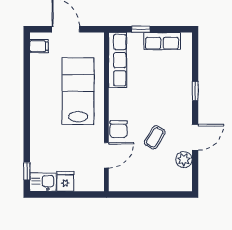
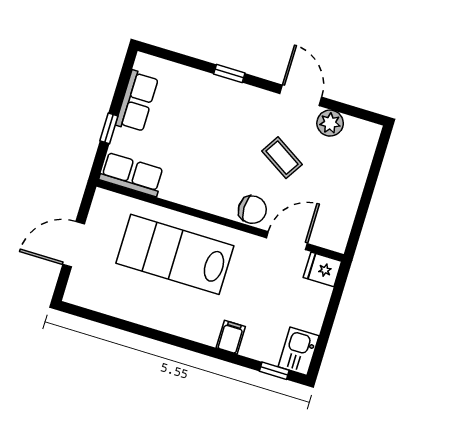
filing cabinet: (39, 46) -> (231, 337), moved
row of seats: (118, 60) -> (132, 174), width x0.68
door: (106, 155) -> (287, 241), hinge flipped
fridge: (65, 182) -> (322, 269), moved

